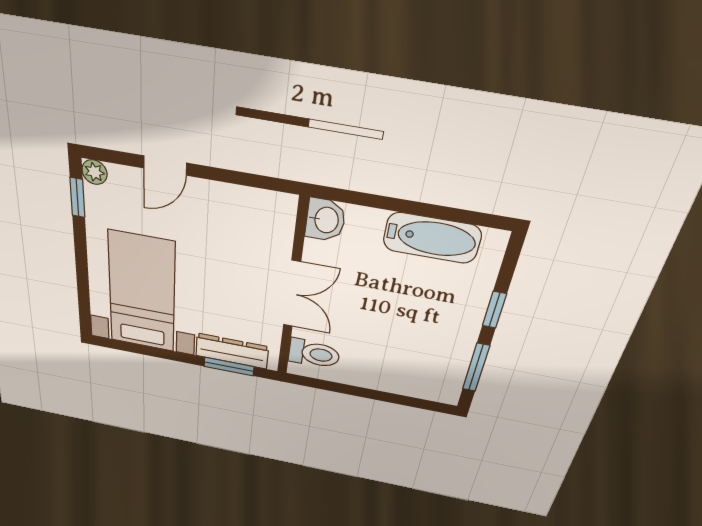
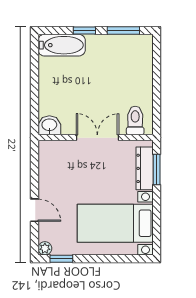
bathtub: (432, 238) -> (62, 45), moved, turned 90

